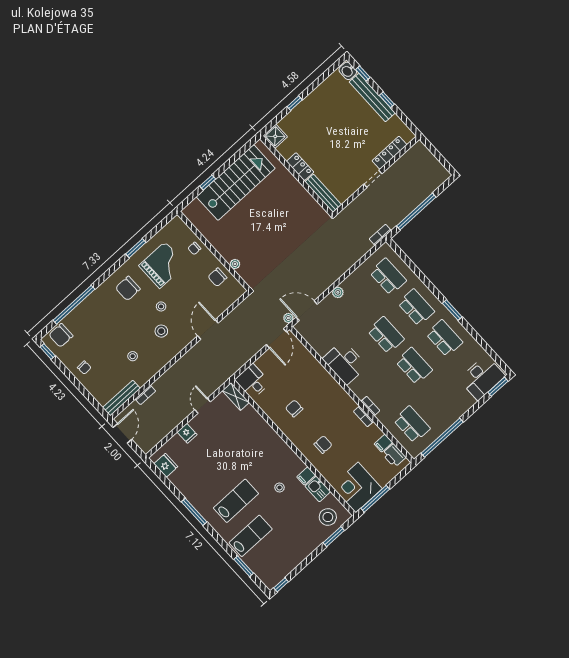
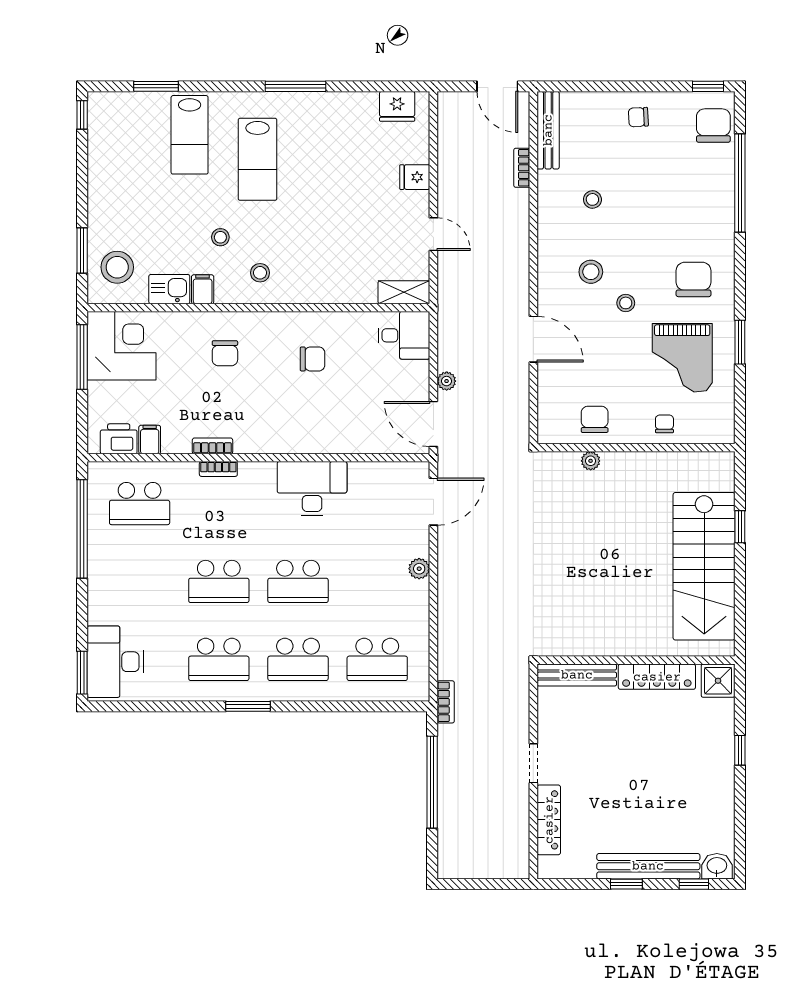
locker: (300, 167) -> (657, 677), width x1.53
plant: (288, 318) -> (447, 381), moved
stool: (279, 459) -> (260, 273), added

